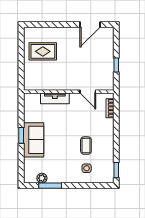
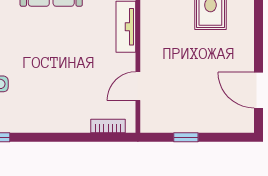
coffee table: (86, 146) -> (41, 83), removed

